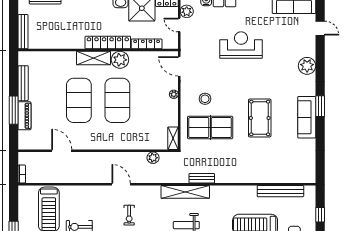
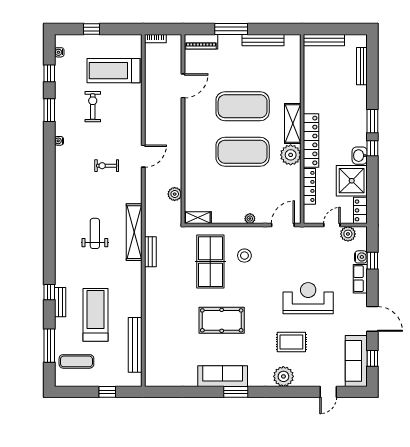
reception desk: (241, 45) -> (308, 298), turned -90
rug: (278, 59) -> (291, 342), added
piano: (24, 116) -> (201, 42), moved

